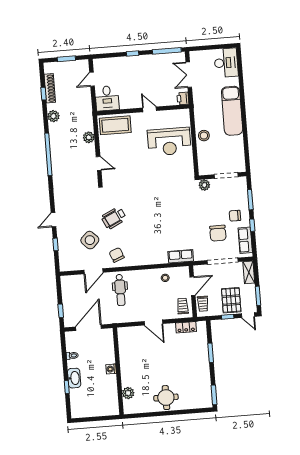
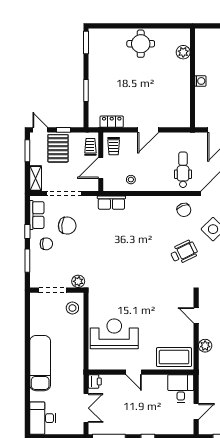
stool: (204, 136) -> (72, 308), moved
chair: (218, 233) -> (67, 226), turned 96
door: (153, 323) -> (148, 130), swing flipped

